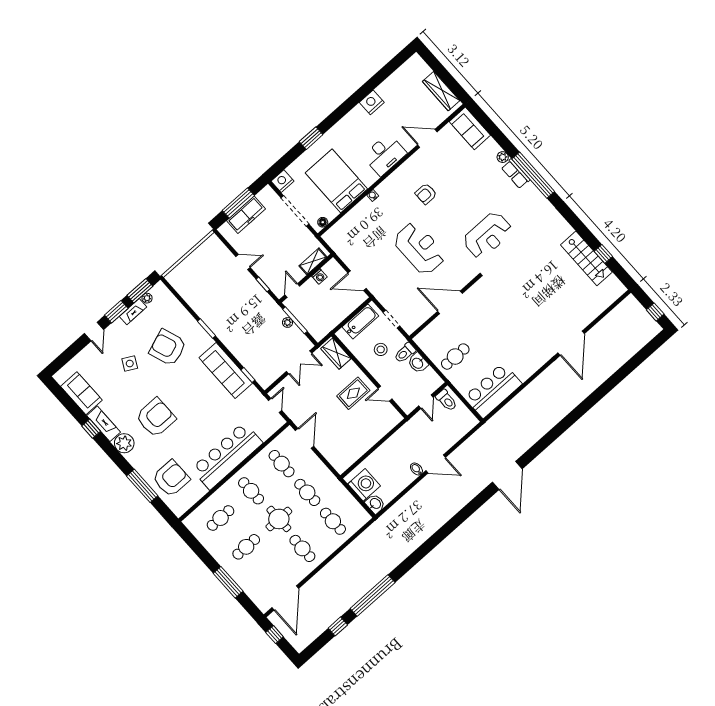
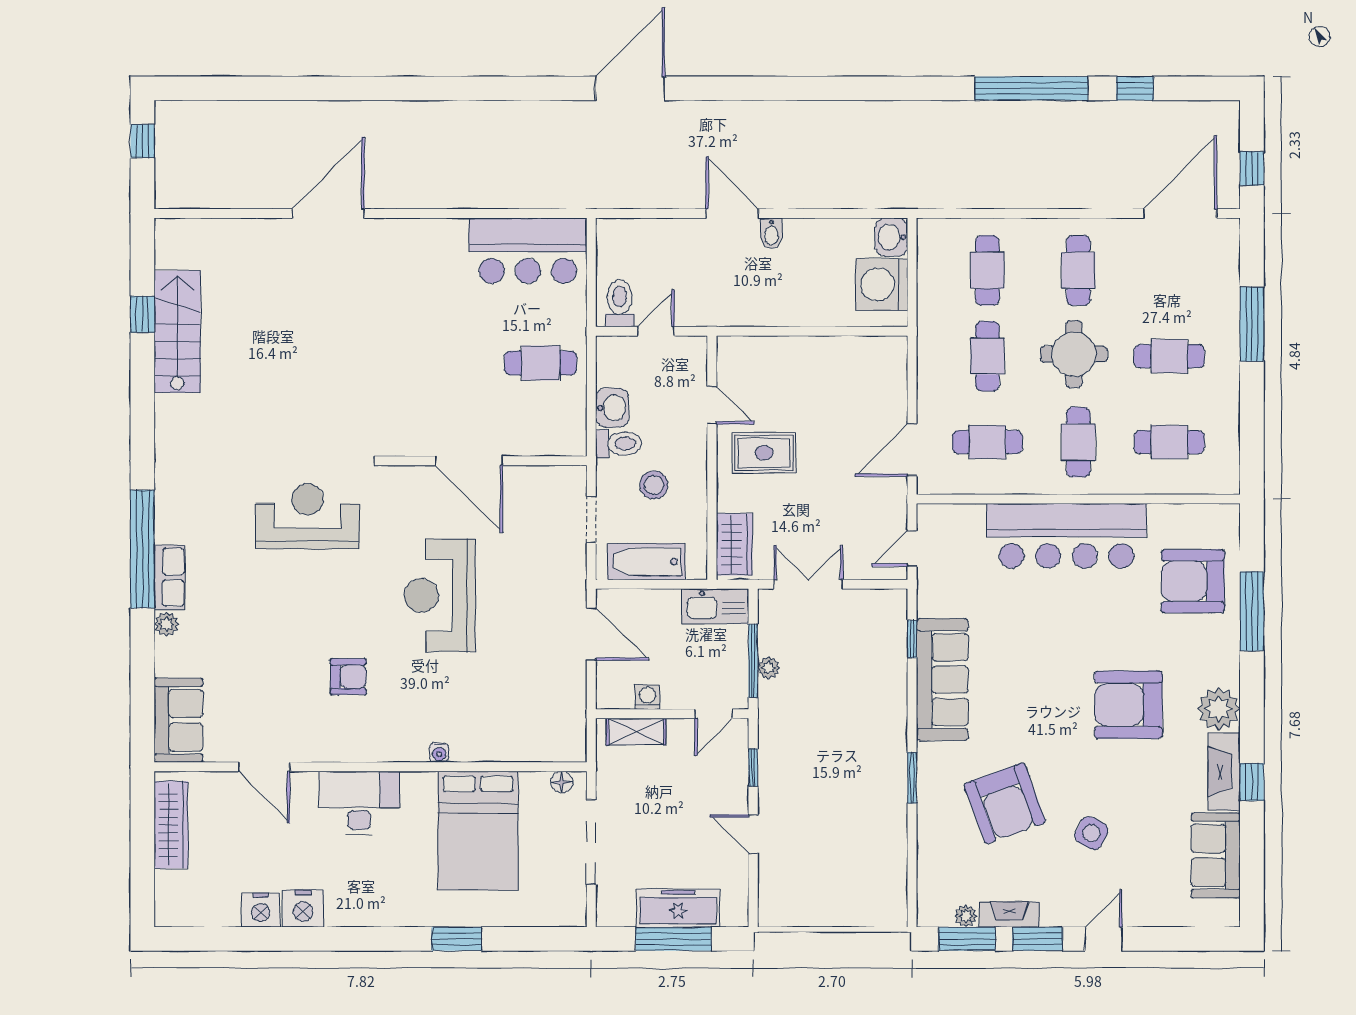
nightstand: (283, 181) -> (261, 910), moved
kitchen sink: (324, 327) -> (715, 606), added
cafe table: (282, 464) -> (987, 442), turned 90

